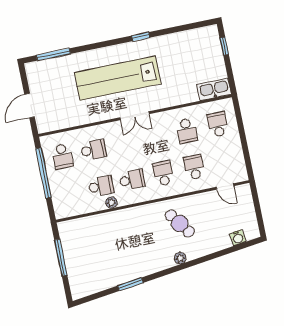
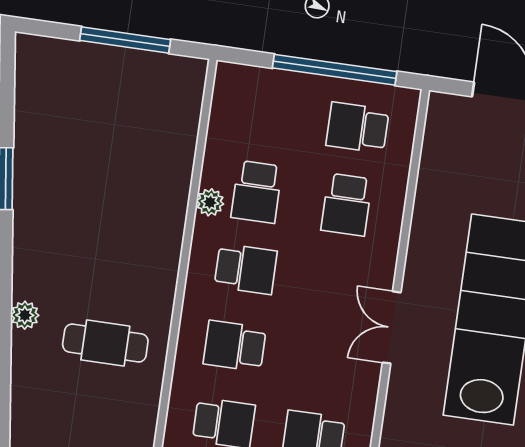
school desk: (163, 173) -> (235, 346), turned 180
school desk: (132, 180) -> (246, 269), turned -90
cafe table: (180, 223) -> (105, 343), turned 36

